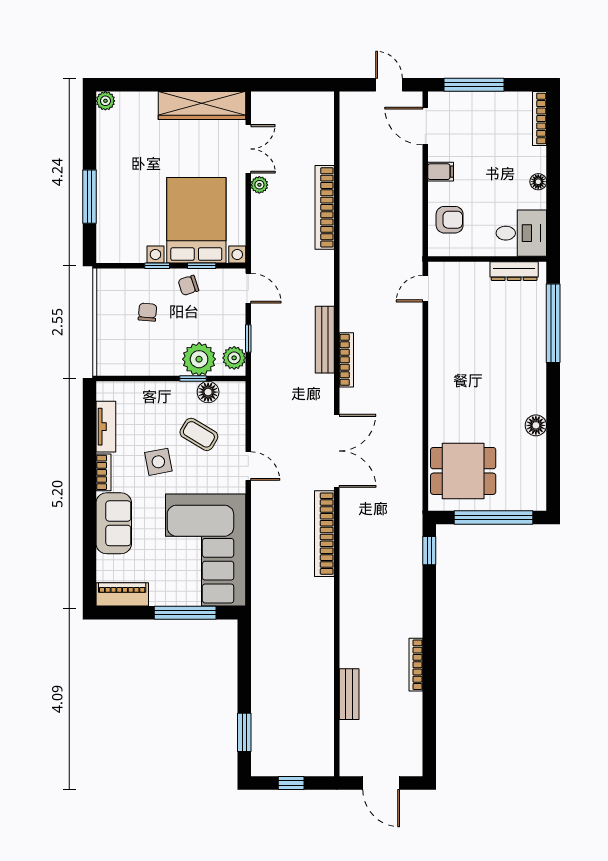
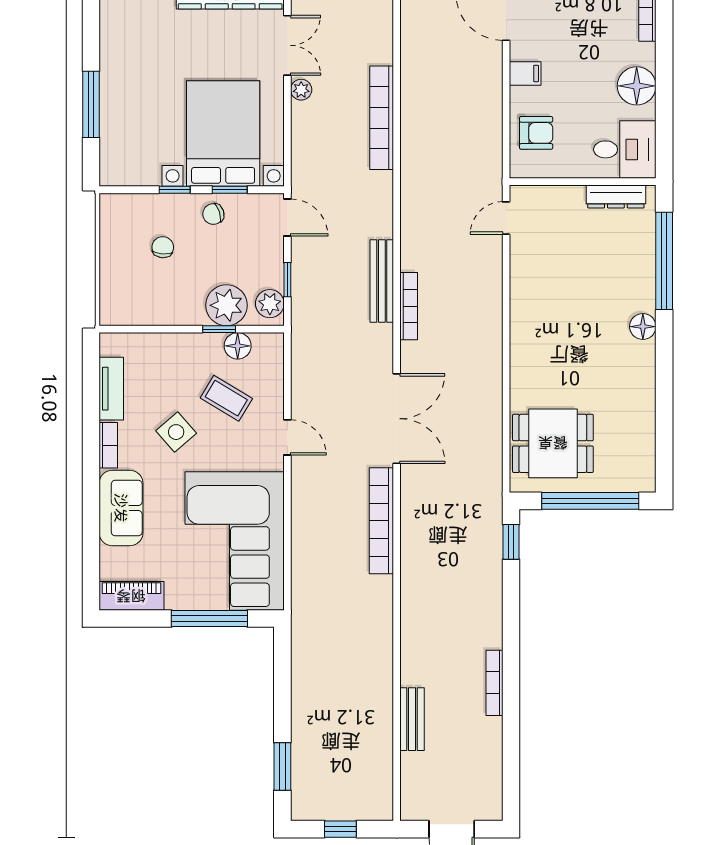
floor lamp: (538, 182) -> (637, 86), width x1.89, depth x1.89
floor lamp: (536, 425) -> (643, 327), moved
side table: (158, 462) -> (176, 432), turned -30

